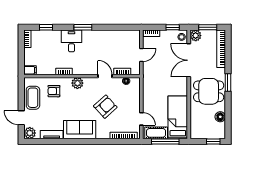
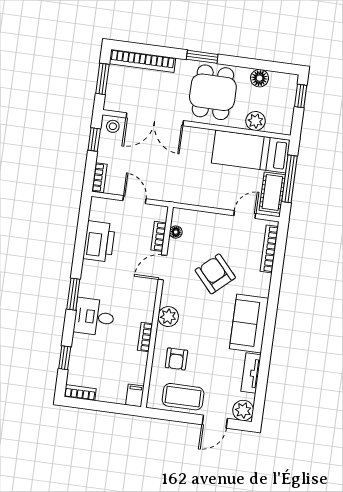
plant: (196, 36) -> (256, 121), moved
printer: (115, 38) -> (99, 241), added

